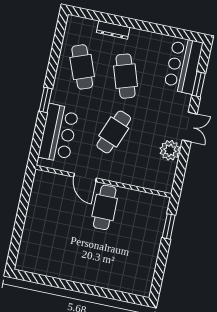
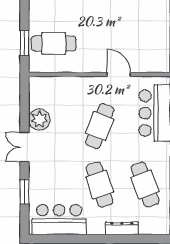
bar counter: (183, 65) -> (59, 220), moved, turned -90
cafe table: (105, 207) -> (54, 43), moved, turned 90

